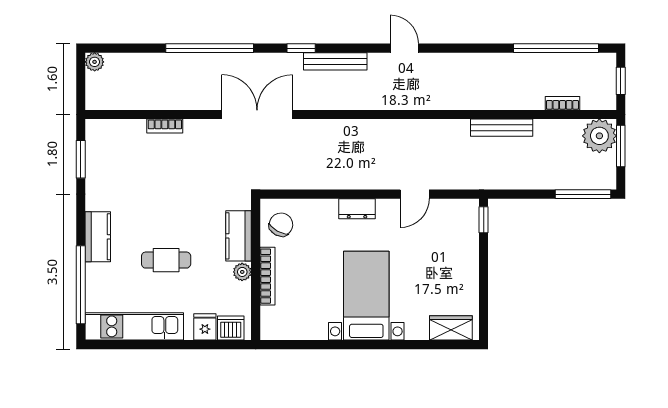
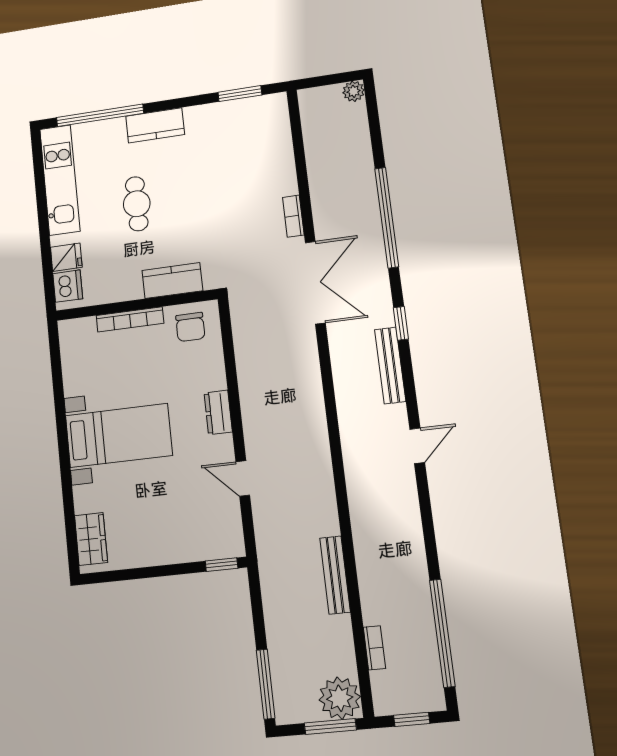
bookcase: (165, 126) -> (293, 216), moved
chair: (281, 225) -> (190, 327), turned 61
plant: (242, 272) -> (132, 290), removed

